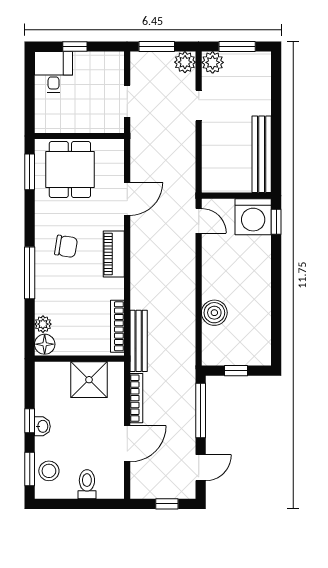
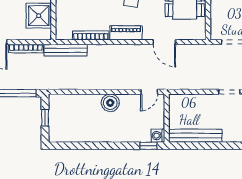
washing machine: (253, 217) -> (158, 136), width x0.53, depth x0.53
boiler: (214, 313) -> (110, 103), moved
bookcase: (117, 326) -> (91, 35), moved

